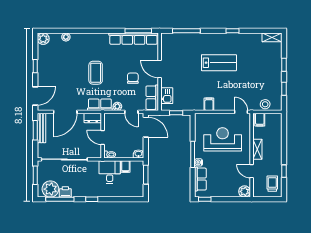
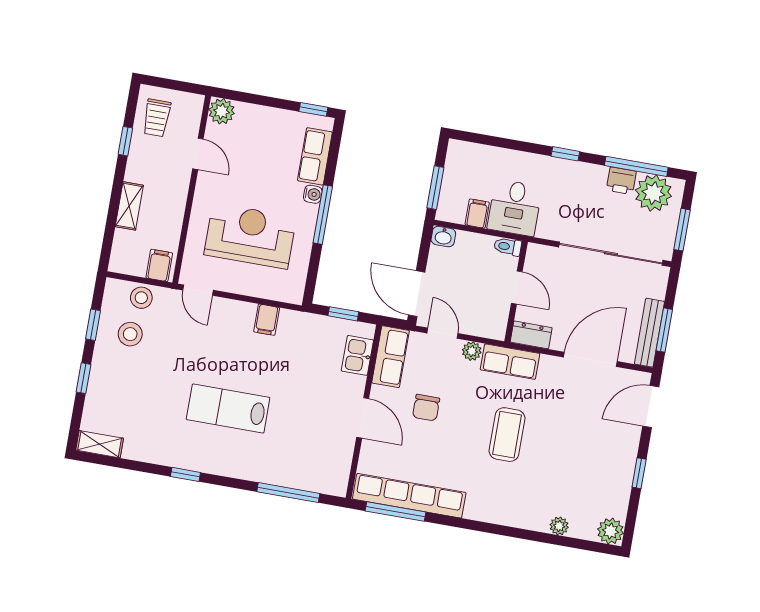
stool: (267, 88) -> (130, 334), added
reception desk: (223, 139) -> (250, 236), turned 180
shelving: (257, 149) -> (129, 206), moved

